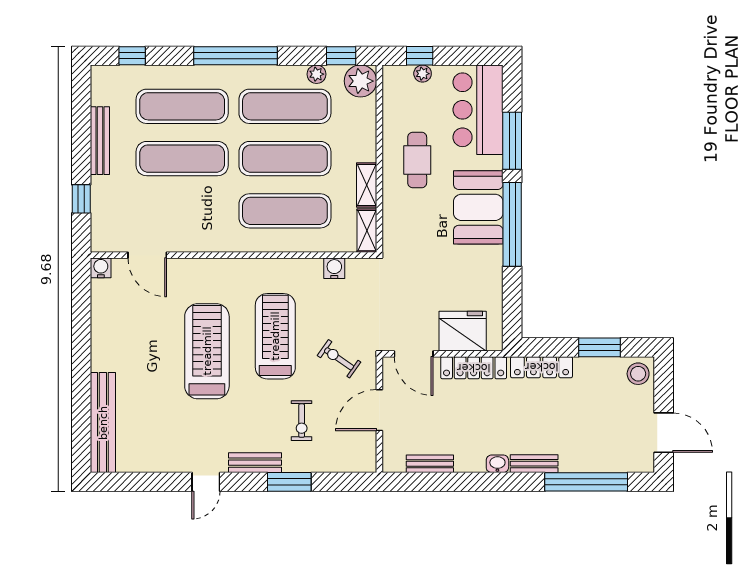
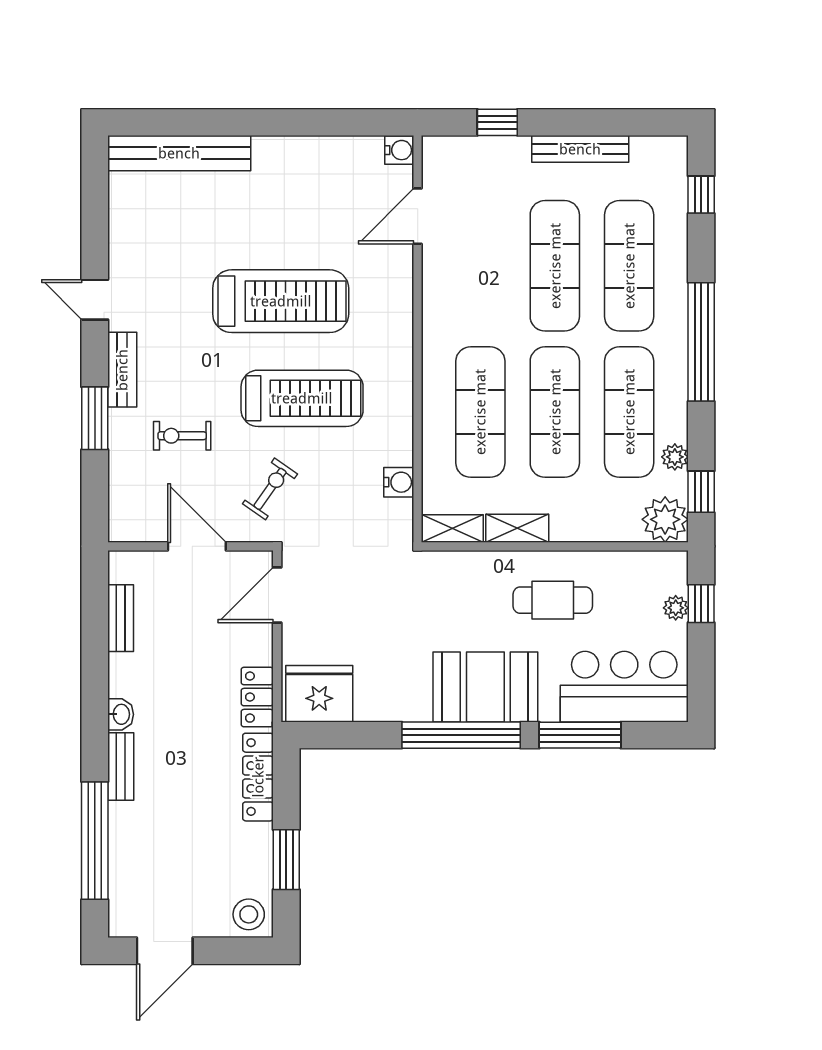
fridge: (463, 331) -> (319, 694), moved, turned -90
locker: (474, 368) -> (257, 697), width x0.66

